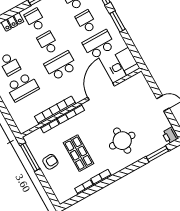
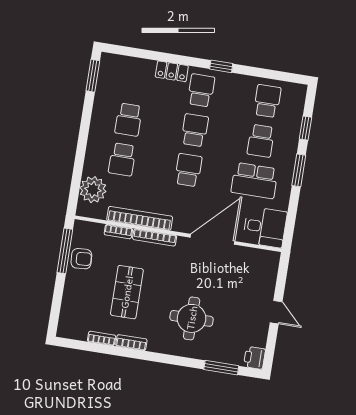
school desk: (86, 22) -> (261, 141), turned 180
school desk: (99, 45) -> (254, 181), turned 180
school desk: (61, 66) -> (188, 170), width x0.54
school desk: (22, 87) -> (122, 159), width x0.54
plant: (20, 114) -> (93, 190), added
armchair: (50, 162) -> (81, 259), moved

